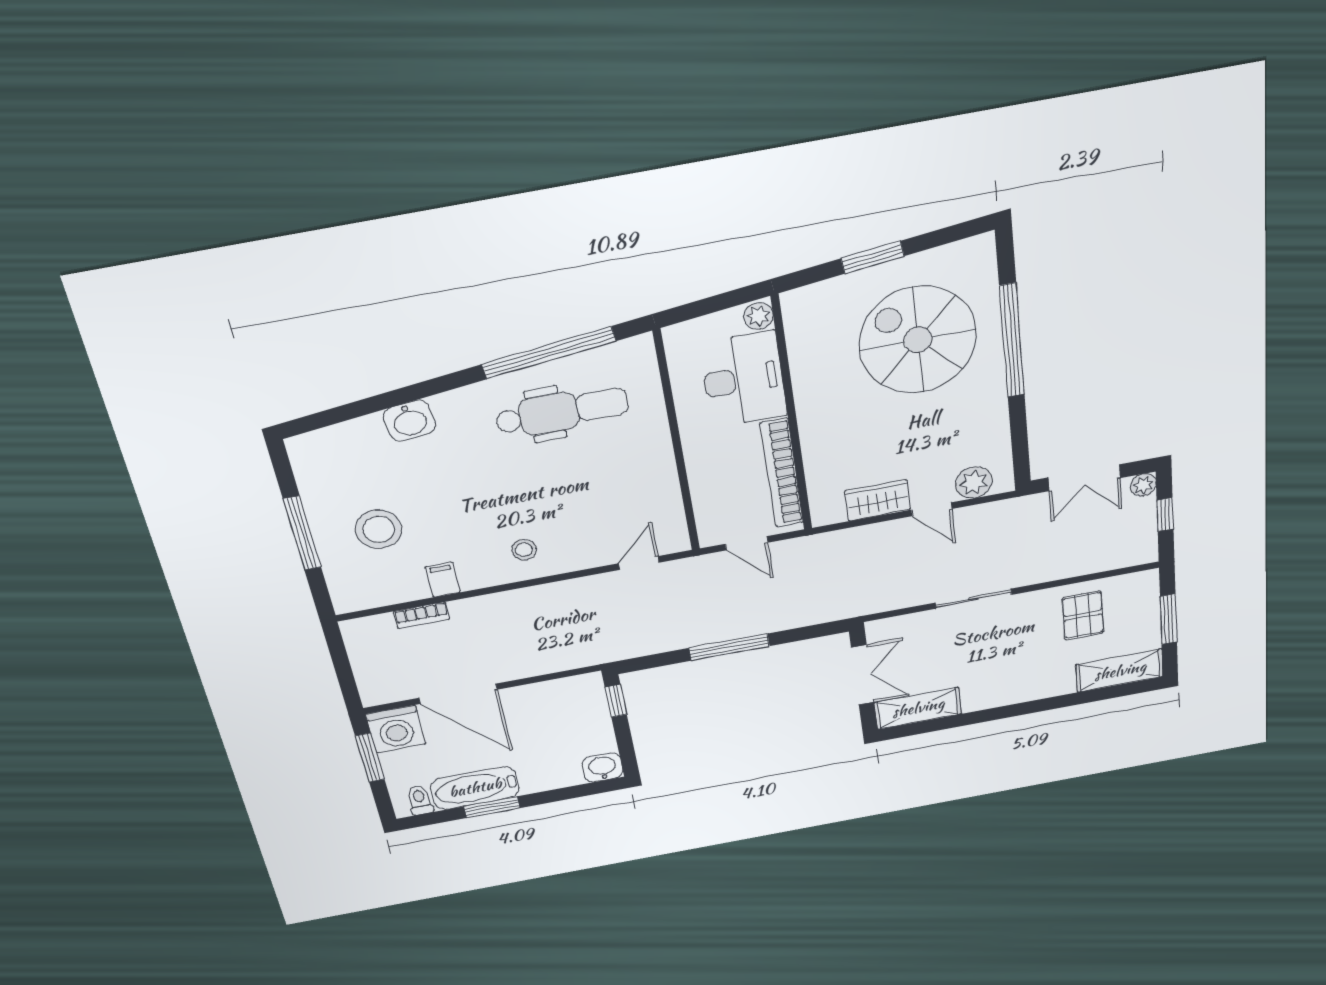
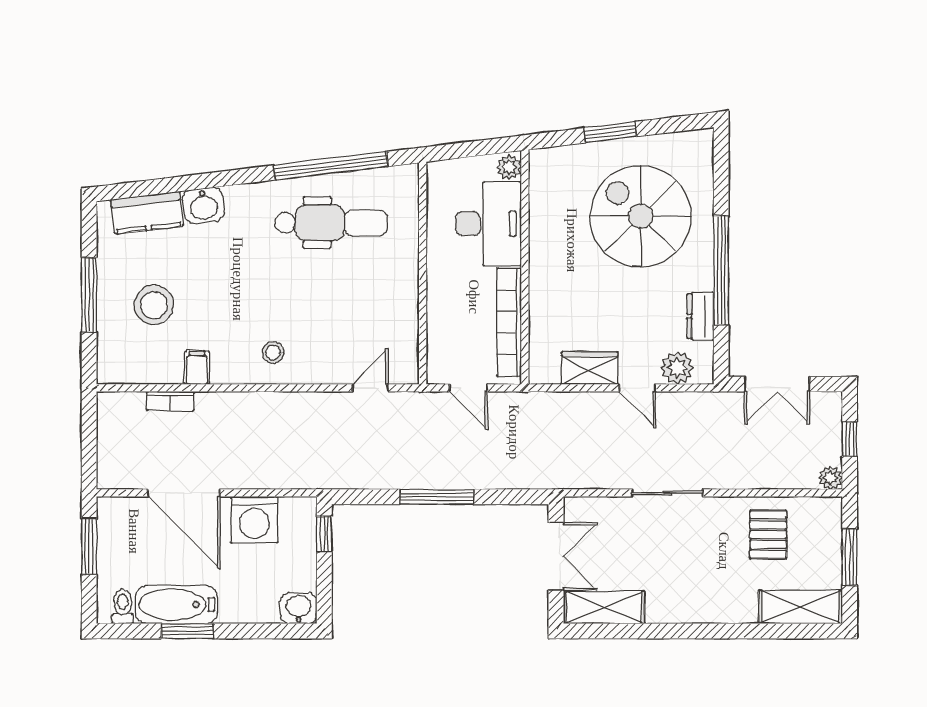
window: (1012, 341) -> (721, 271), moved
dresser: (995, 428) -> (700, 316), added
kitchen counter: (345, 440) -> (147, 213), added
plant: (1143, 485) -> (831, 478), moved
washing machine: (396, 729) -> (254, 520), moved

